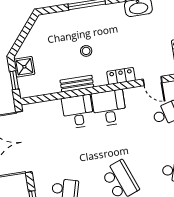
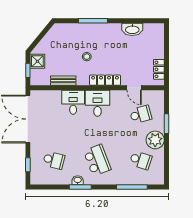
locker: (121, 76) -> (105, 80), width x1.53
bench: (77, 84) -> (63, 81), moved

